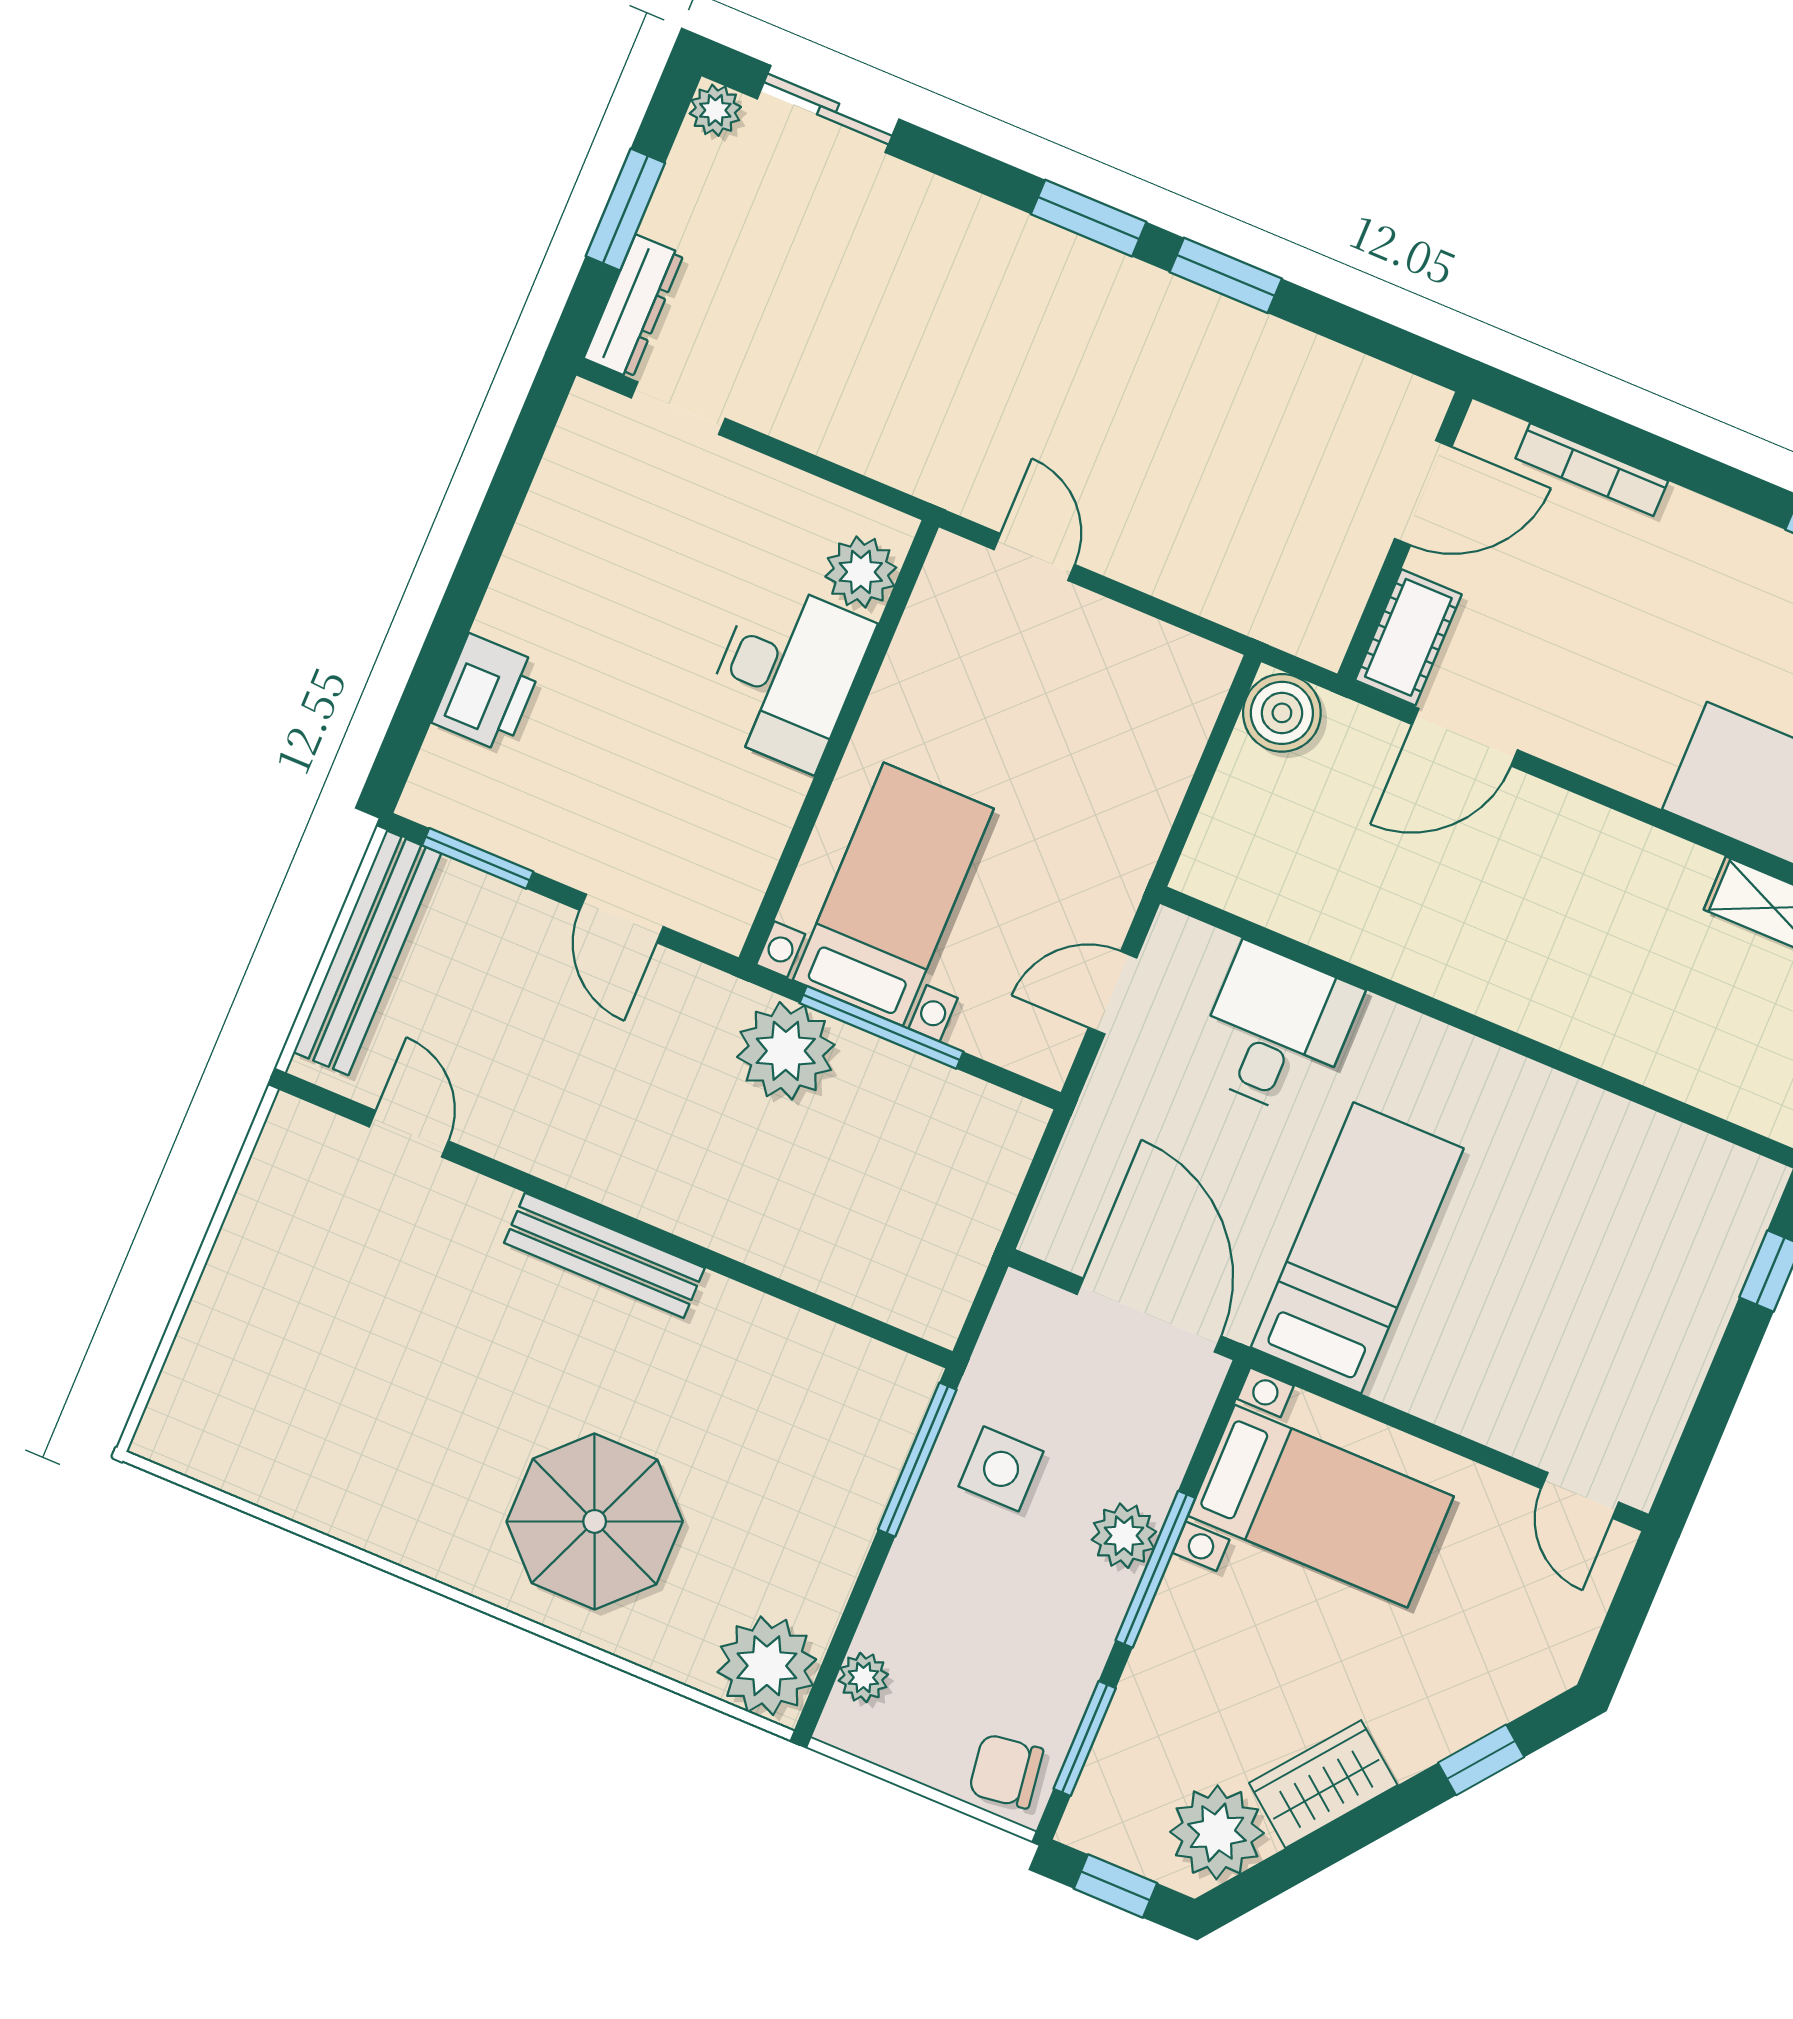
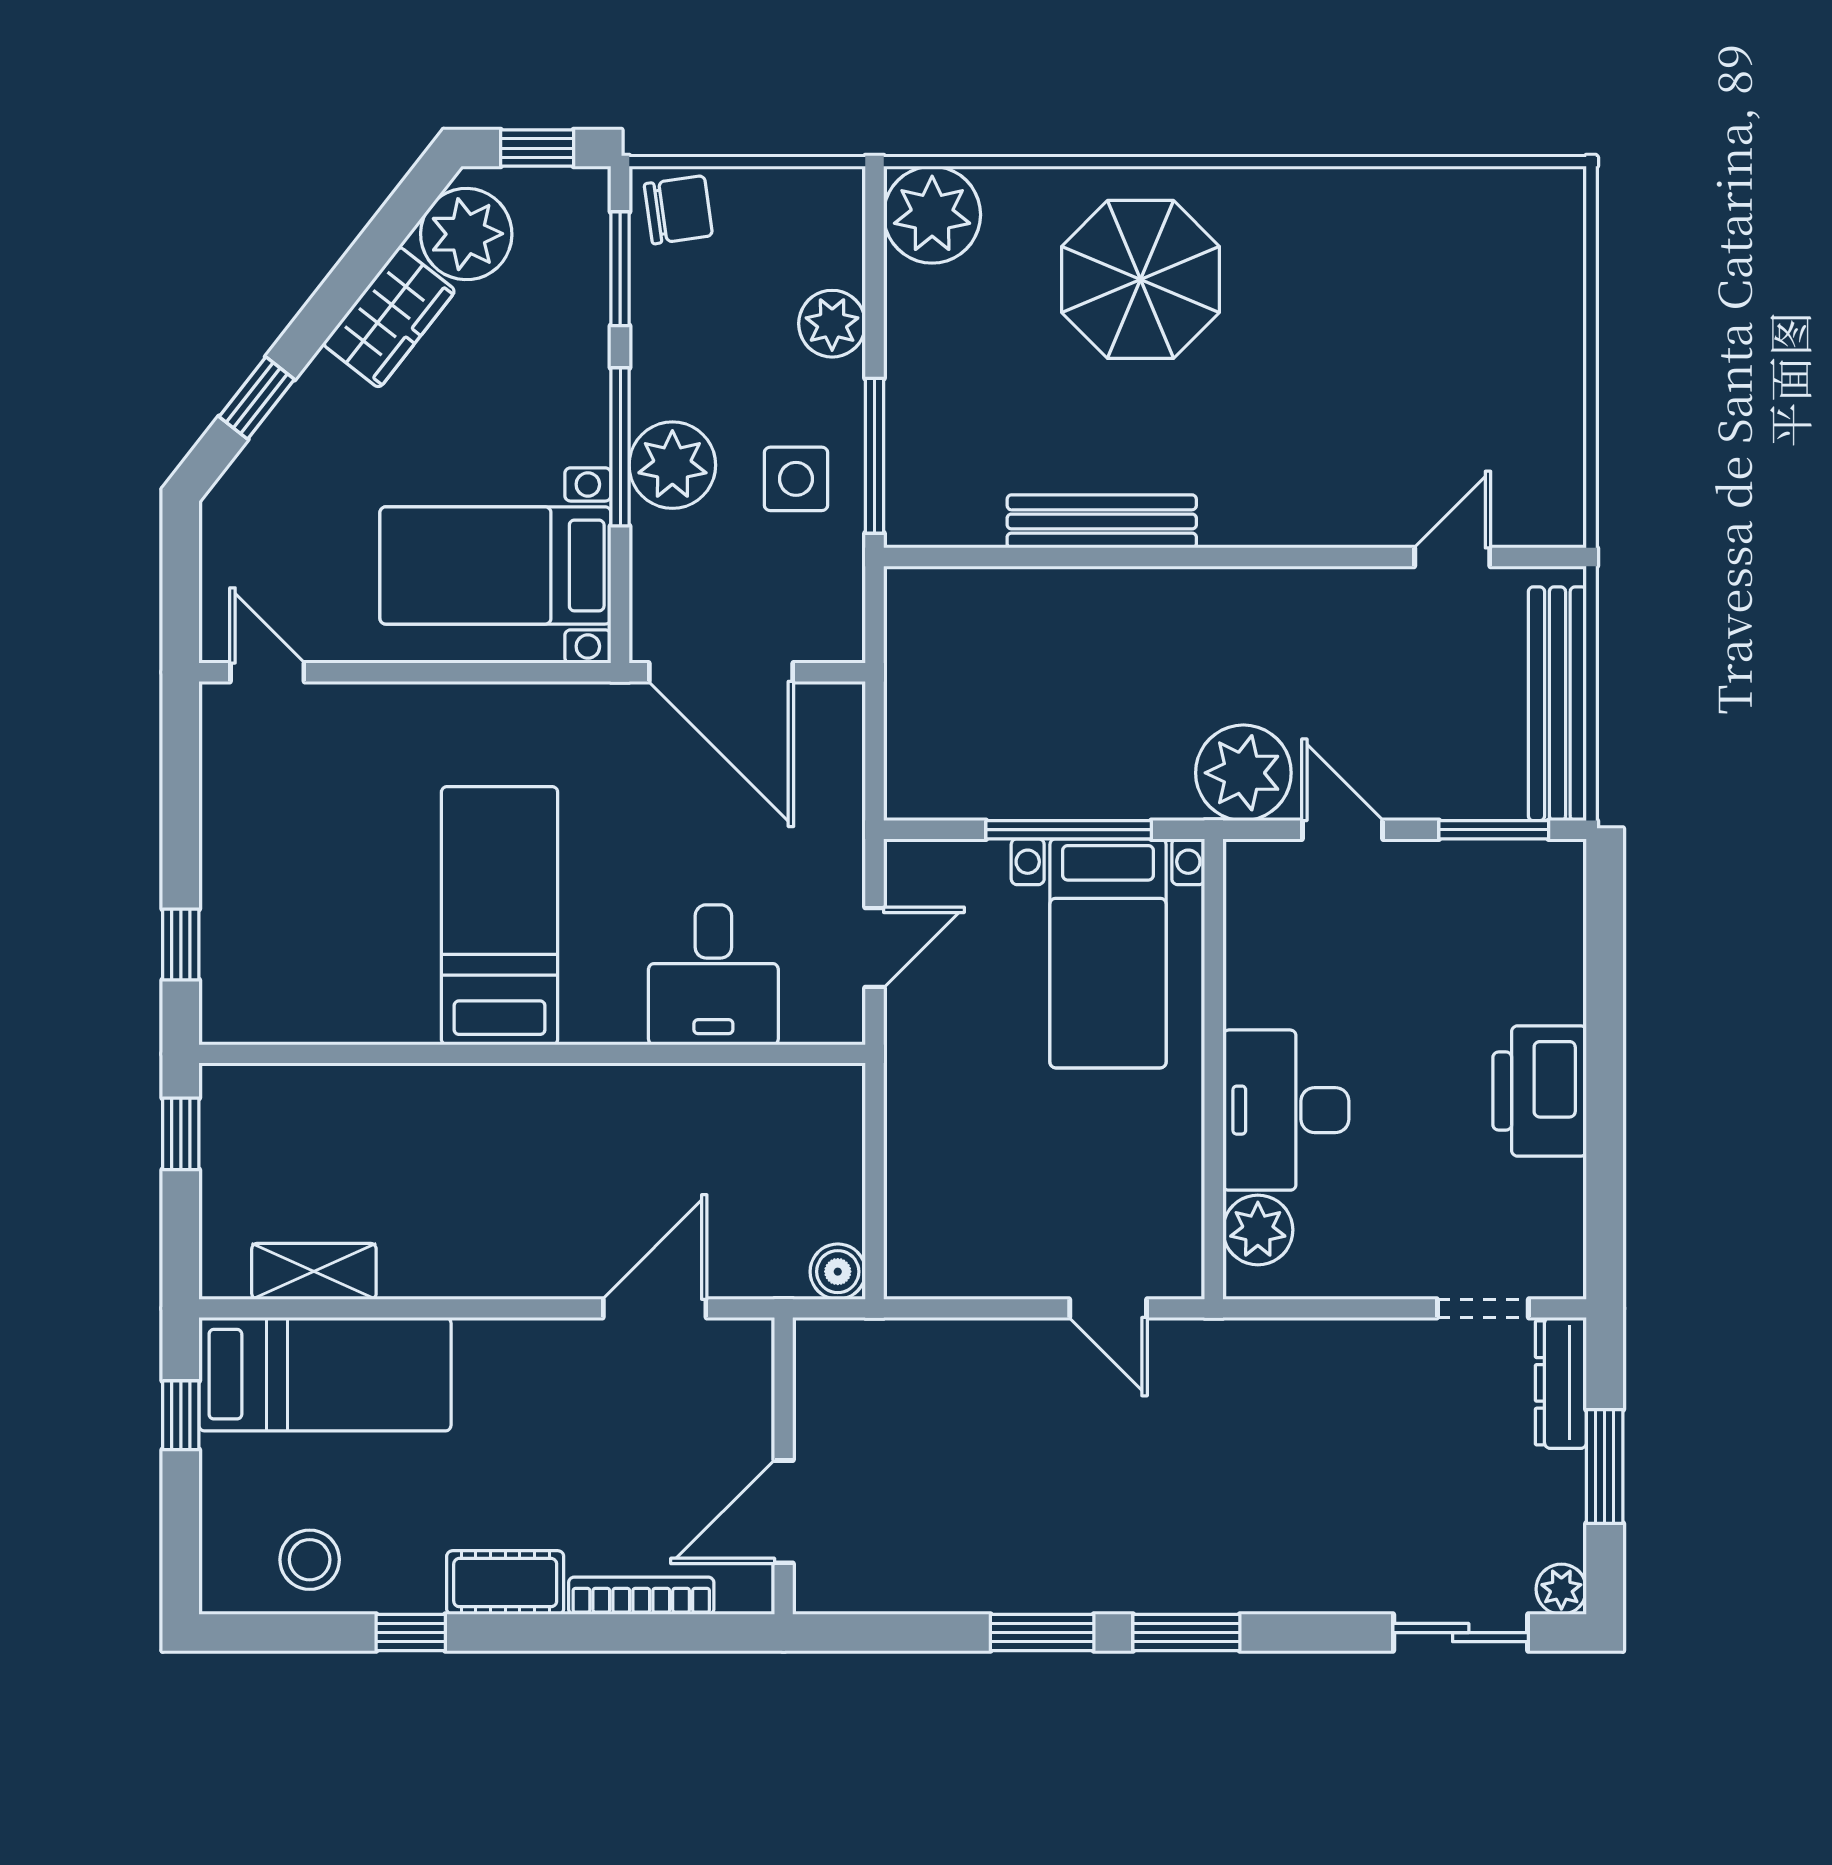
cot: (1408, 637) -> (505, 1583), moved, turned 90
printer: (487, 693) -> (1540, 1091), moved, width x1.37, depth x1.19
boiler: (1282, 713) -> (838, 1272), width x0.73, depth x0.73
plant: (786, 1051) -> (1243, 773), moved
door: (409, 1134) -> (1452, 557), swing flipped
bed: (1357, 1248) -> (500, 916), moved, turned 180
bench: (604, 1255) -> (1102, 521), moved
plant: (1124, 1536) -> (672, 465), width x1.36, depth x1.36
plant: (863, 1677) -> (832, 324), moved, width x1.38, depth x1.38

